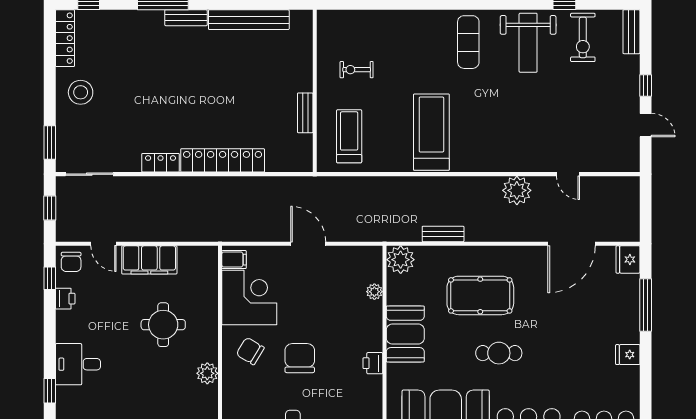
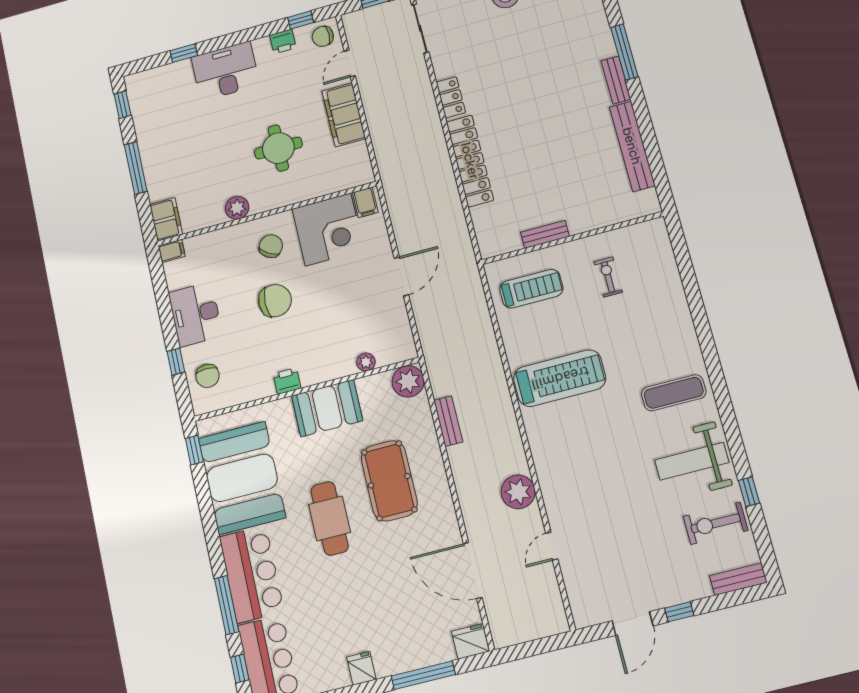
door: (646, 125) -> (633, 623), width x1.38
cafe table: (499, 353) -> (330, 518), width x1.37, depth x1.35
desk: (78, 364) -> (225, 71), width x1.37

